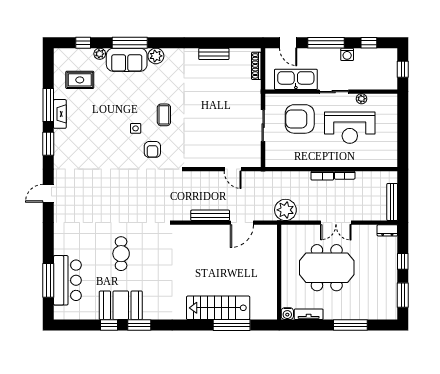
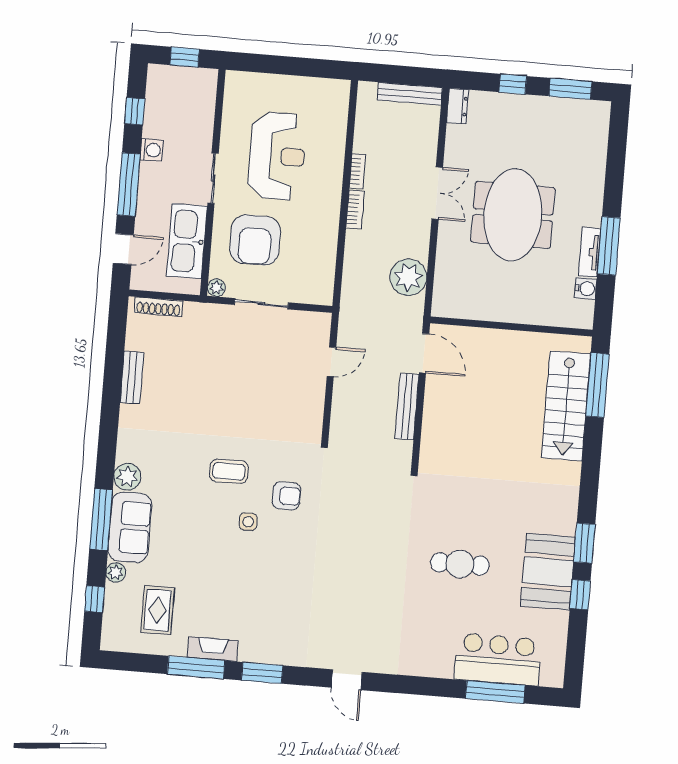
plant: (361, 99) -> (216, 288), moved
wall: (279, 272) -> (511, 327), moved
window: (350, 325) -> (609, 246), moved

